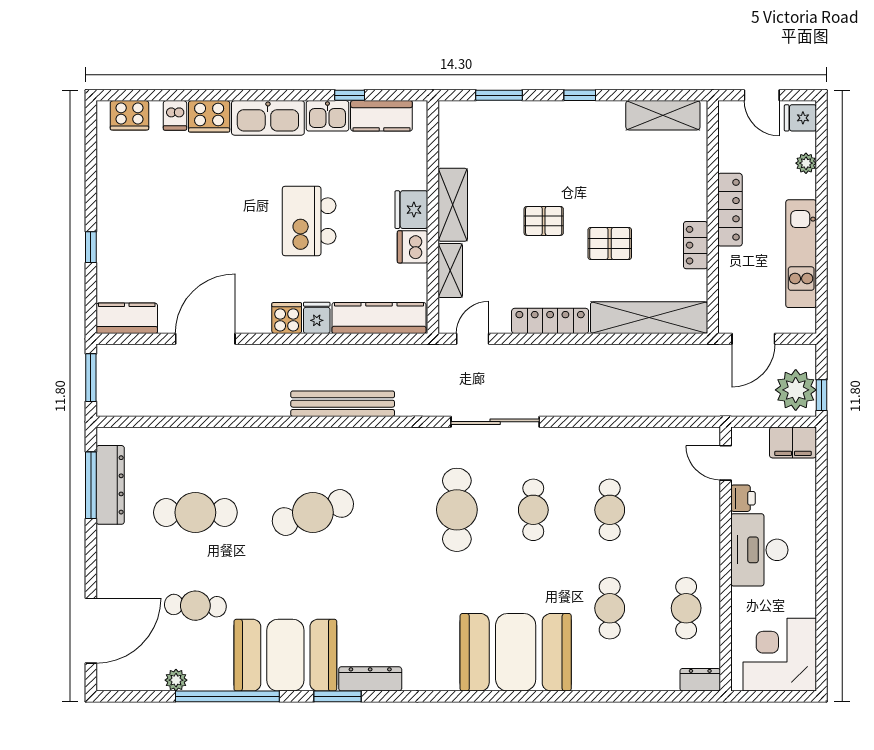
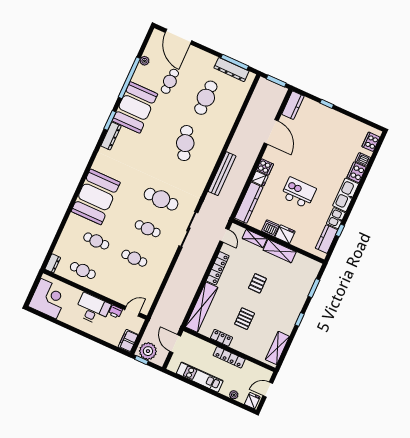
pallet: (610, 243) -> (245, 319), moved

